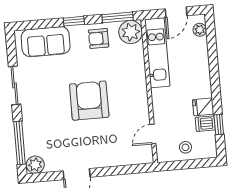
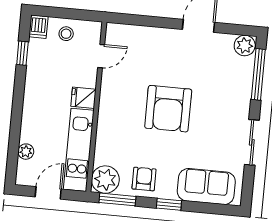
plant: (200, 30) -> (26, 152), moved
armchair: (99, 38) -> (144, 179), turned -90
fridge: (203, 107) -> (83, 98), moved, turned 180
dishwasher: (205, 124) -> (38, 27), moved, turned 90

